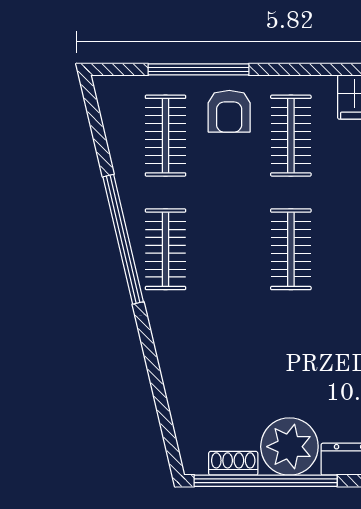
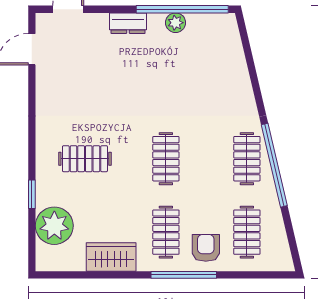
window: (198, 69) -> (184, 275), moved
plant: (289, 447) -> (176, 23), width x0.53, depth x0.53
shoe rack: (233, 463) -> (203, 21), removed

